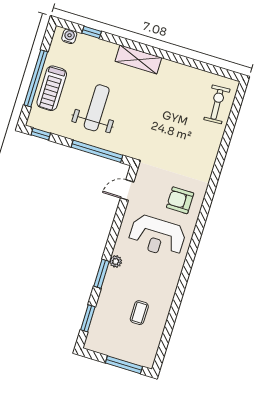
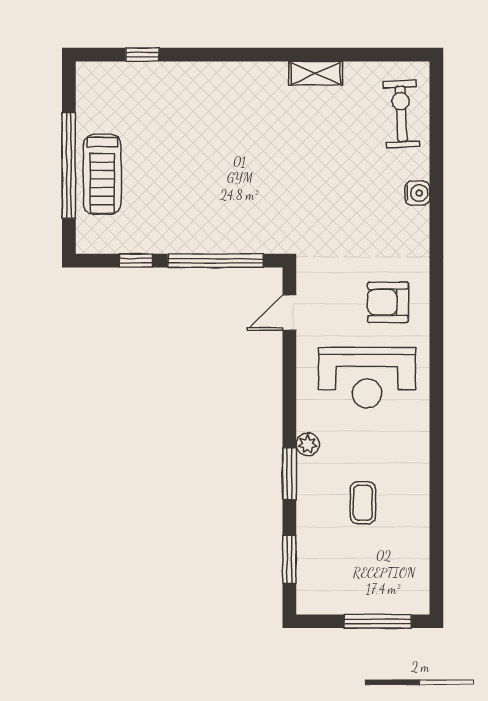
water cooler: (69, 36) -> (417, 193), moved, turned 90
shelving: (138, 59) -> (316, 73), moved, width x0.67, depth x0.75
weight bench: (97, 108) -> (192, 185), removed
window: (41, 134) -> (136, 261), moved
coffee table: (139, 313) -> (363, 503), moved

